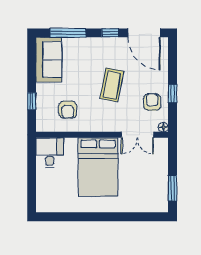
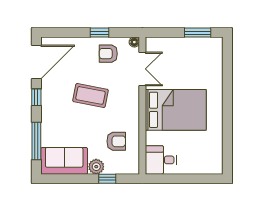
plant: (43, 90) -> (96, 167), added

